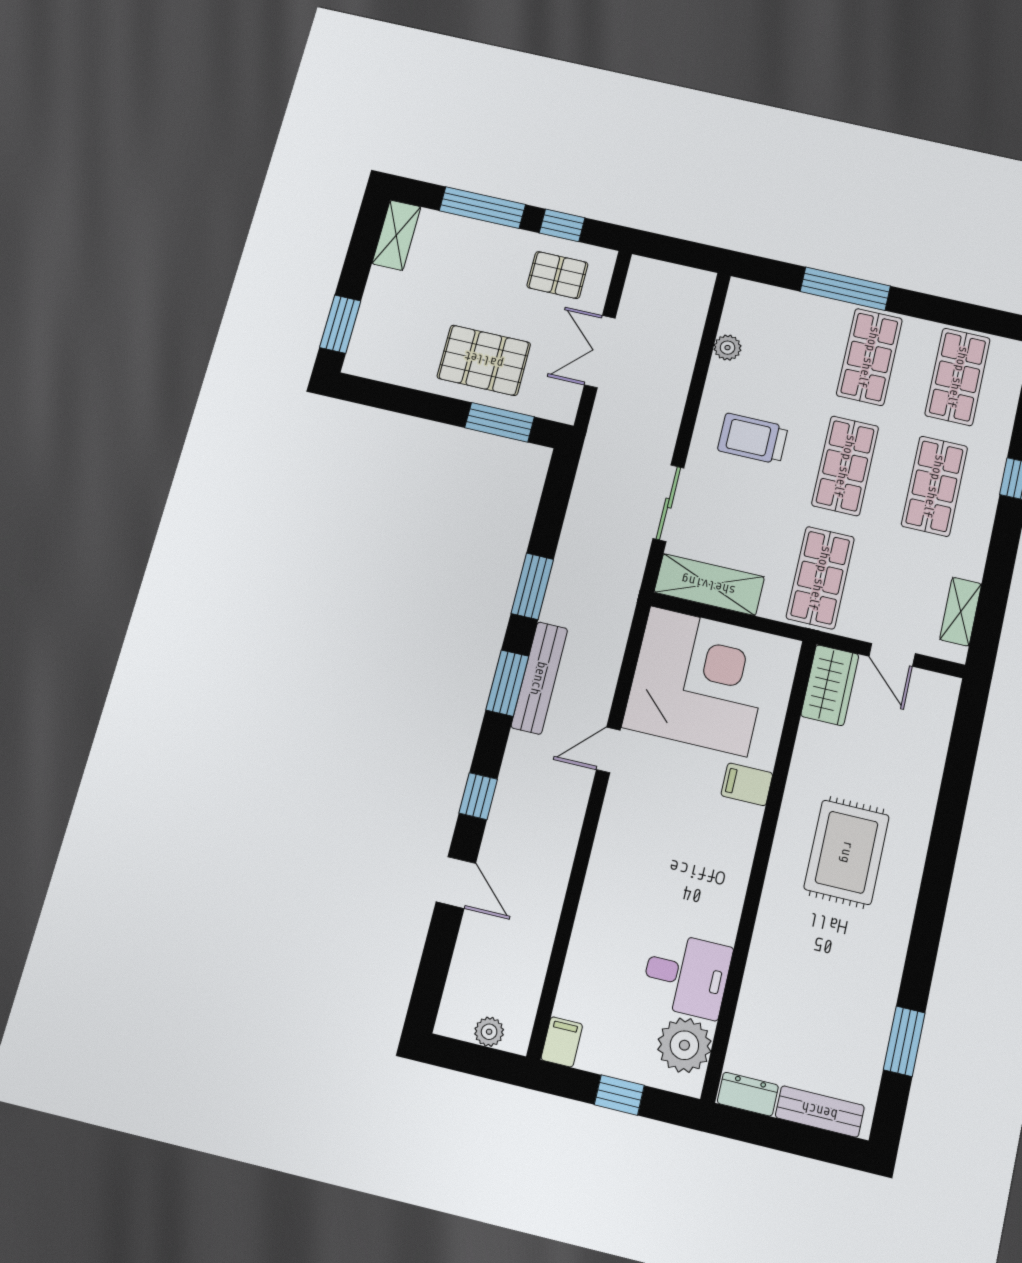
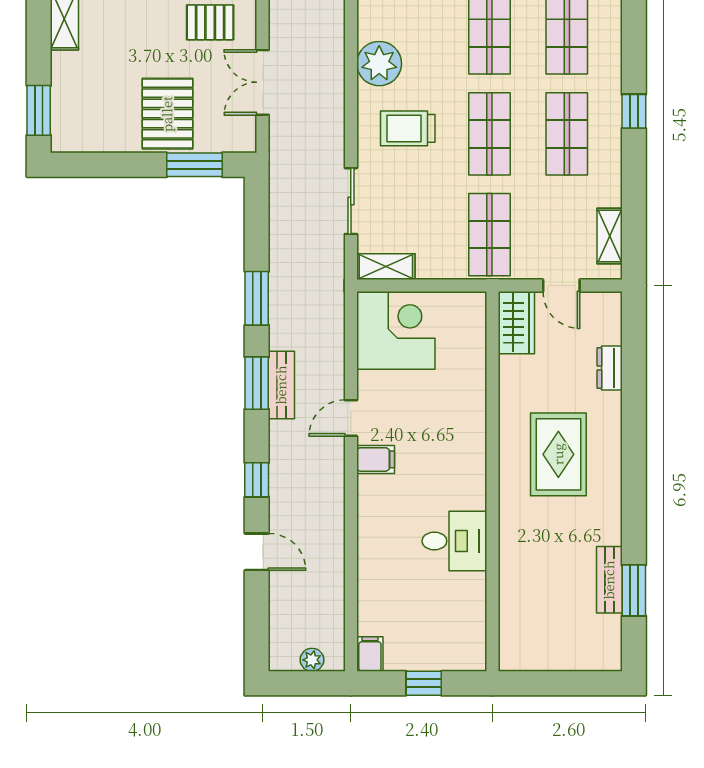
plant: (728, 348) -> (379, 64), width x1.87, depth x1.87
pallet: (484, 360) -> (167, 114), turned 90
shelving: (709, 585) -> (386, 267), width x0.67, depth x0.75
bench: (539, 678) -> (281, 385), width x0.73
corner desk: (698, 681) -> (396, 330), width x0.74, depth x0.74
filing cabinet: (747, 784) -> (376, 459), moved, turned 180
desk: (687, 975) -> (454, 541), moved
plant: (684, 1045) -> (465, 634), removed
dresser: (748, 1094) -> (610, 368), moved, turned -90
bench: (820, 1111) -> (609, 580), moved, turned 90

